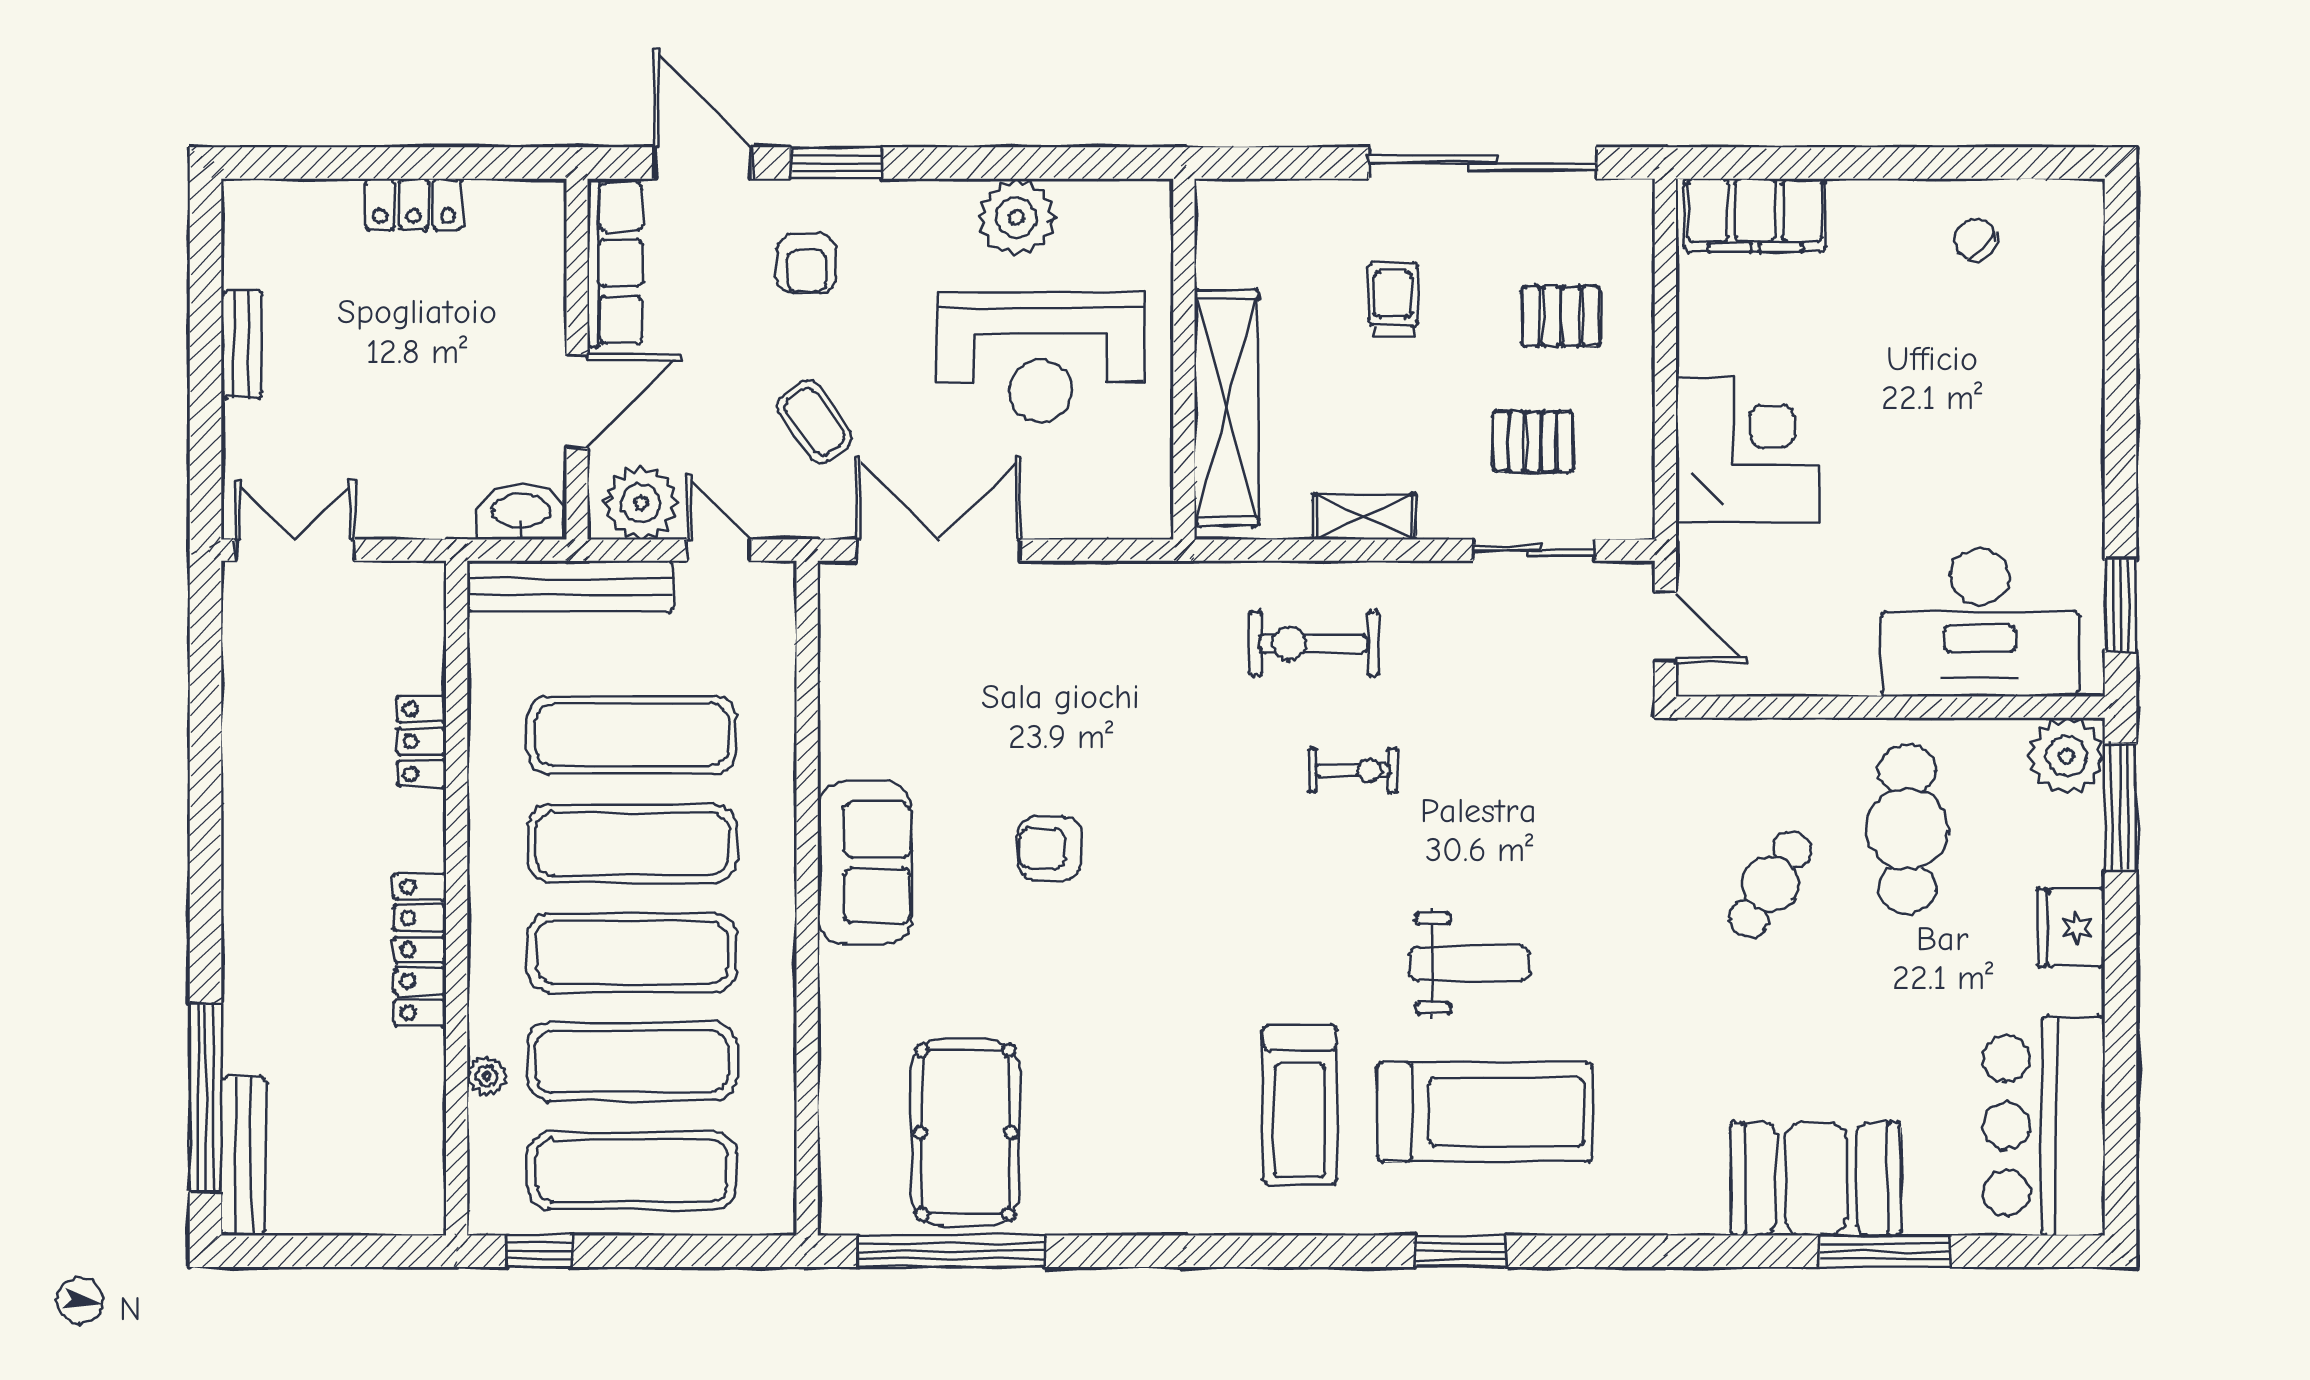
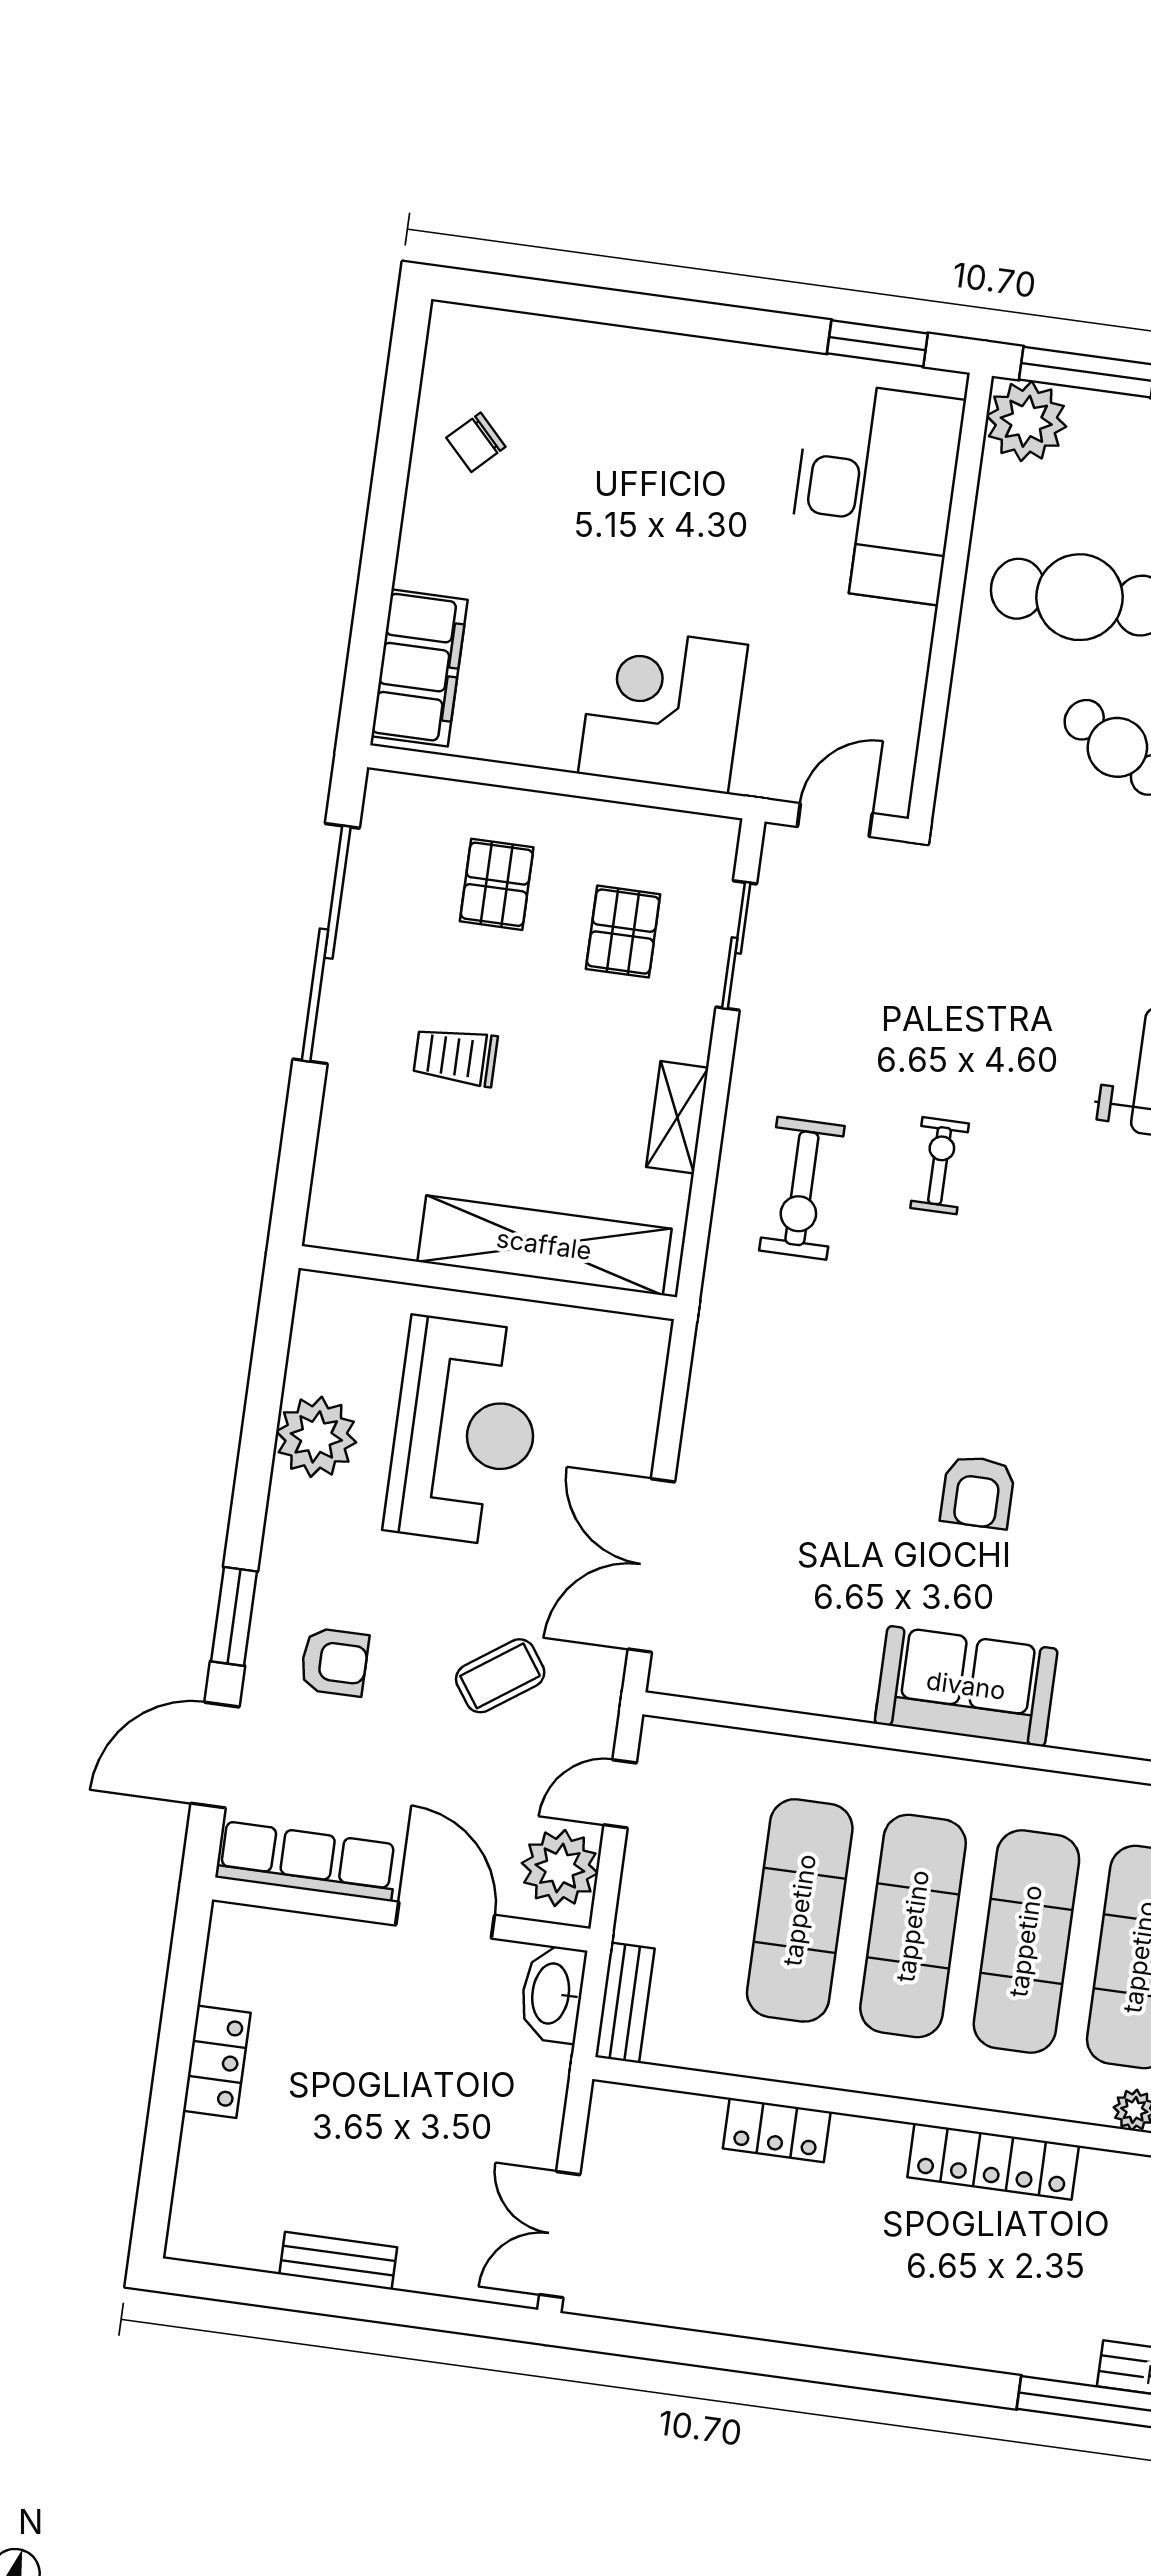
bench: (570, 586) -> (625, 2003), width x0.54, depth x0.82

